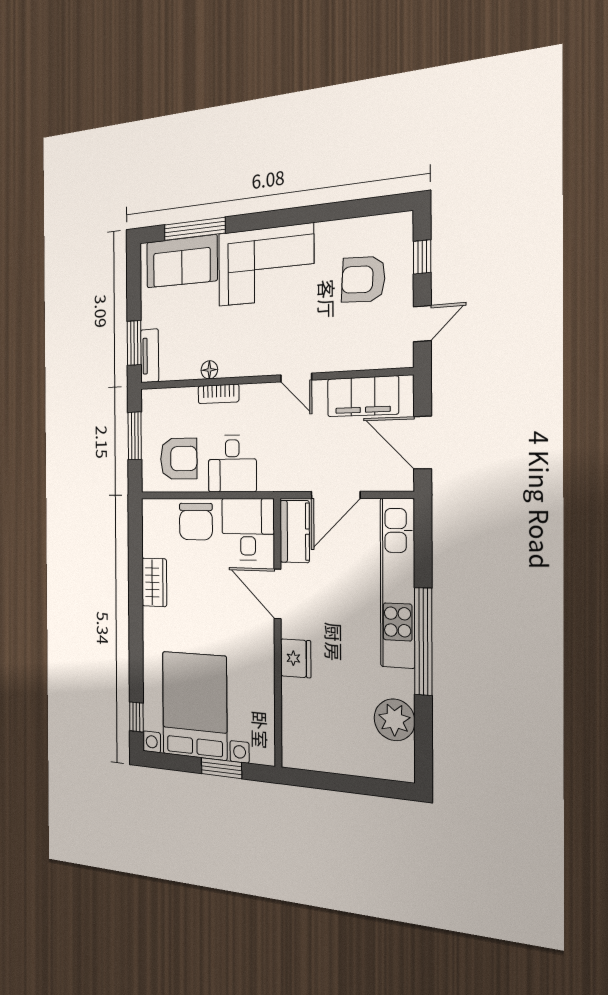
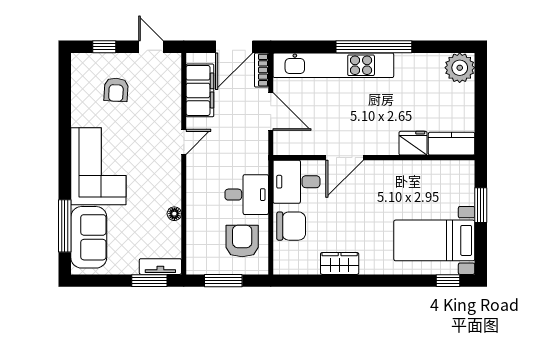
armchair: (363, 279) -> (116, 90), width x0.72, depth x0.72
bookcase: (218, 394) -> (261, 70), moved, turned 180
kitchen counter: (295, 531) -> (452, 144), moved
fridge: (296, 658) -> (413, 143), moved
bed with nightstands: (195, 705) -> (434, 240), width x0.73
plant: (394, 720) -> (460, 68), moved

